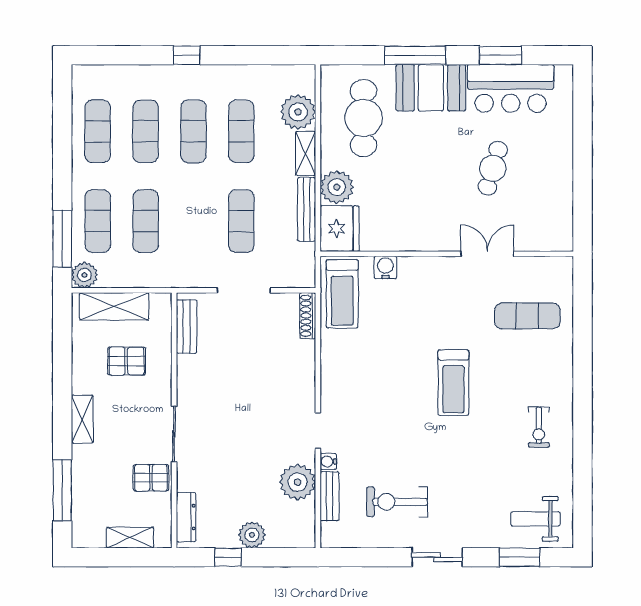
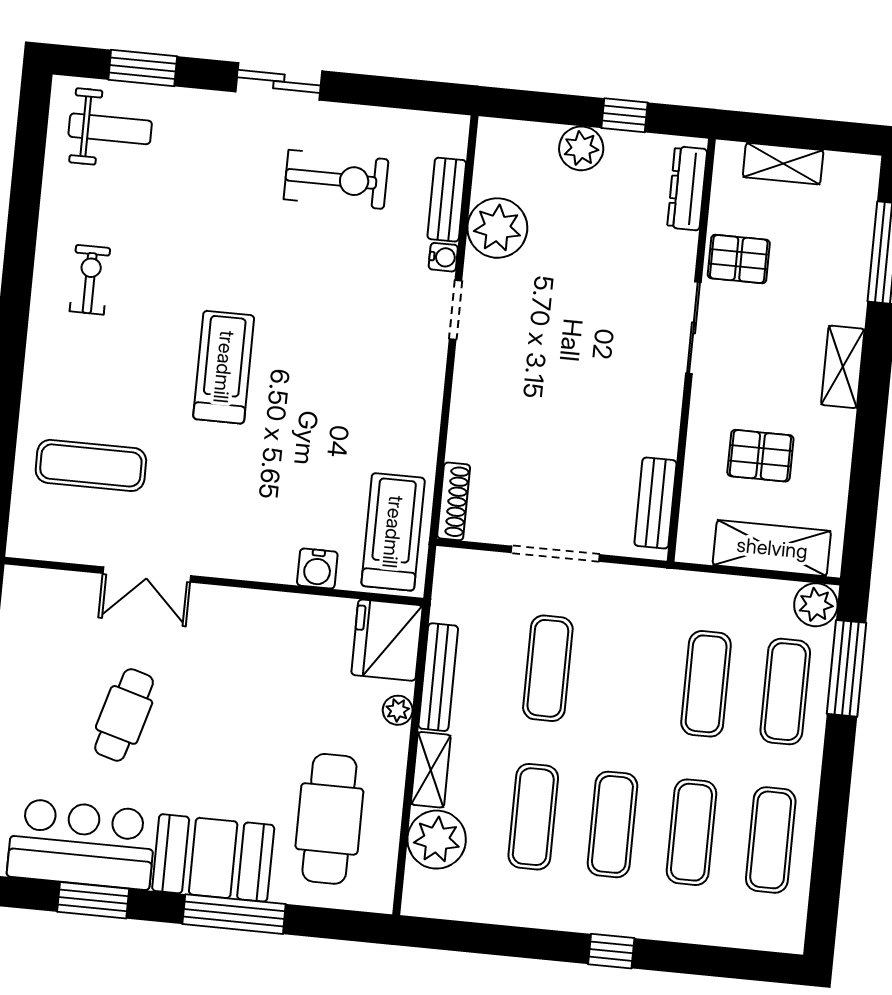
plant: (337, 187) -> (398, 710), width x0.53, depth x0.53

